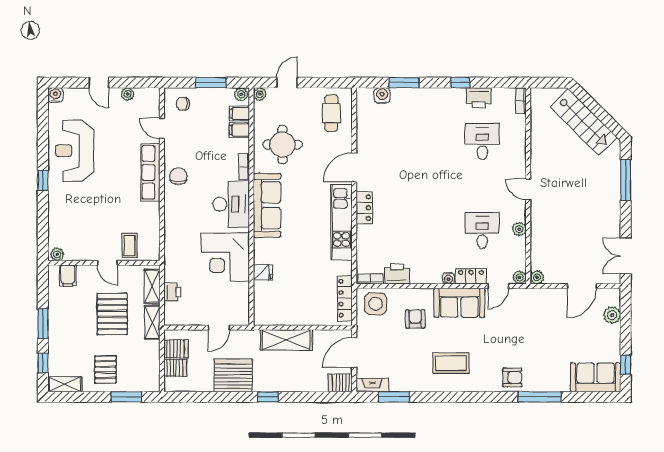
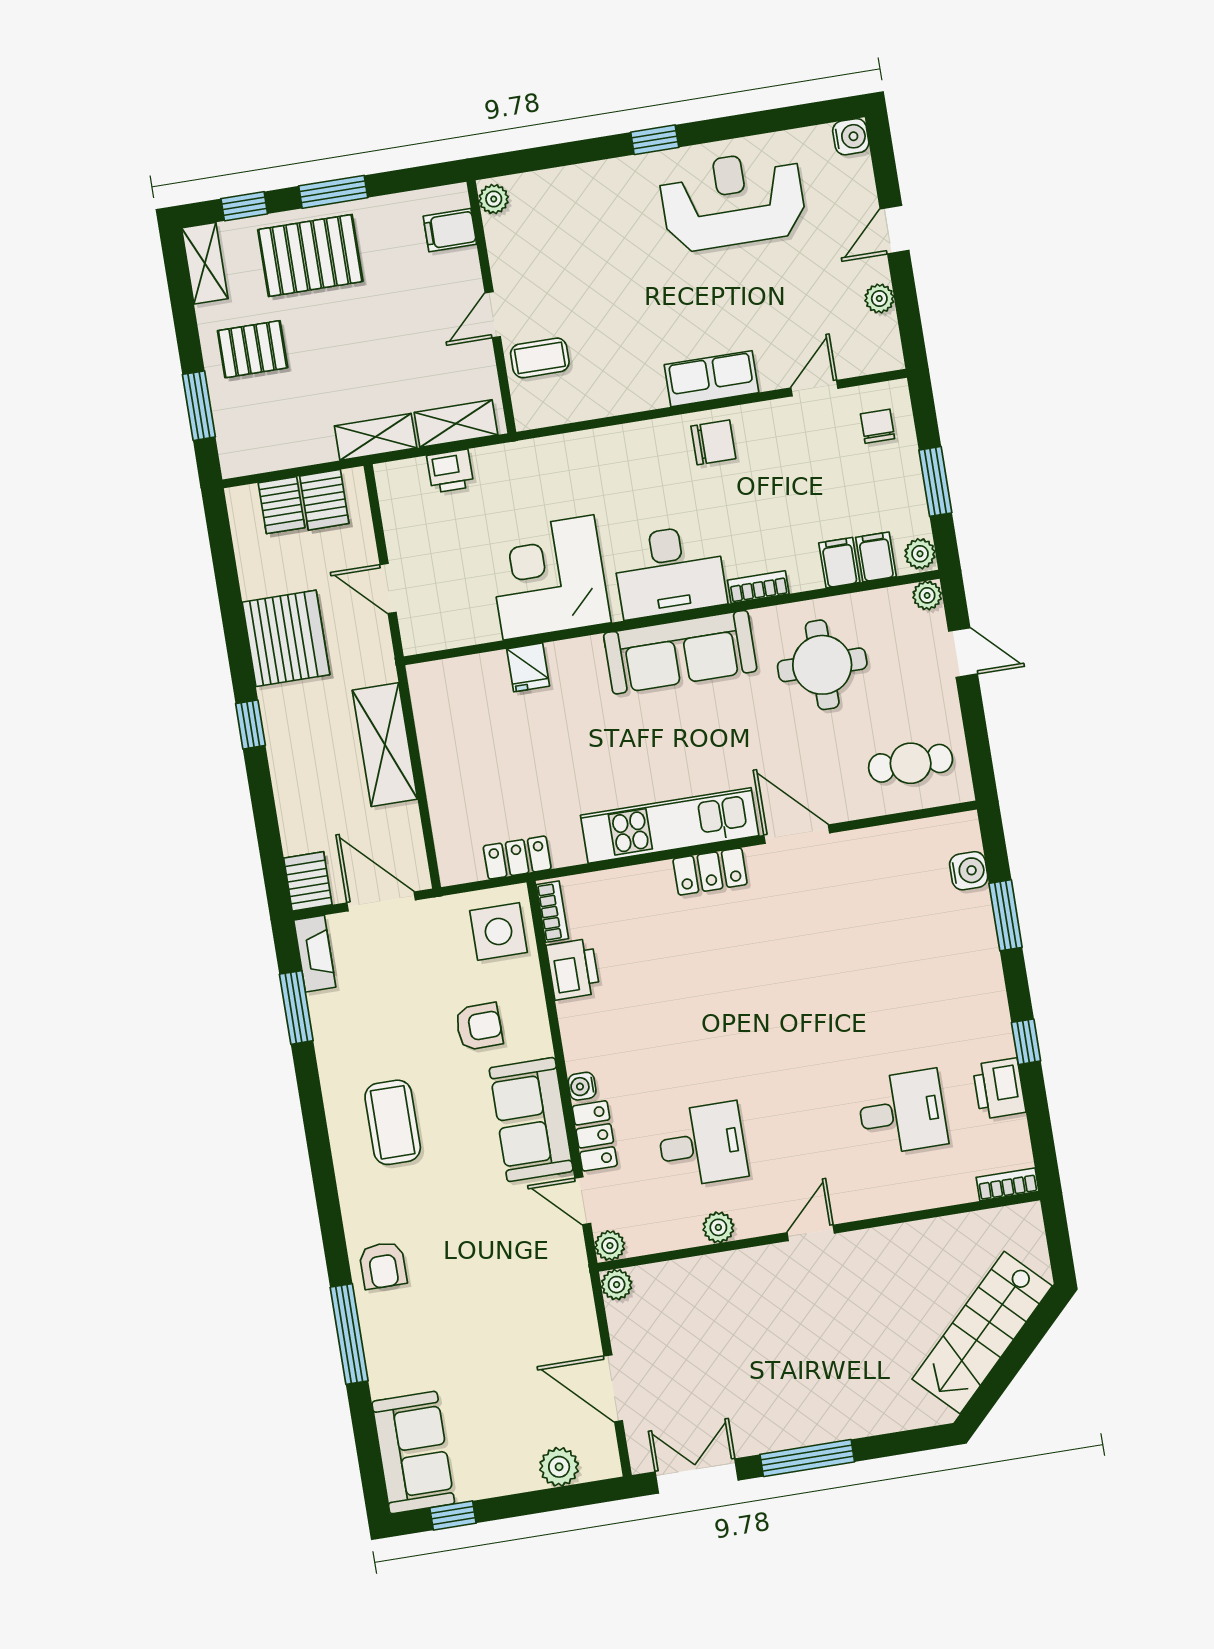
row of seats: (151, 172) -> (711, 379), width x0.68
window: (626, 180) -> (807, 1458), moved
locker: (345, 298) -> (517, 858), width x0.66
pallet: (112, 314) -> (310, 256), moved

